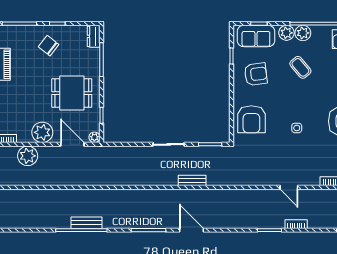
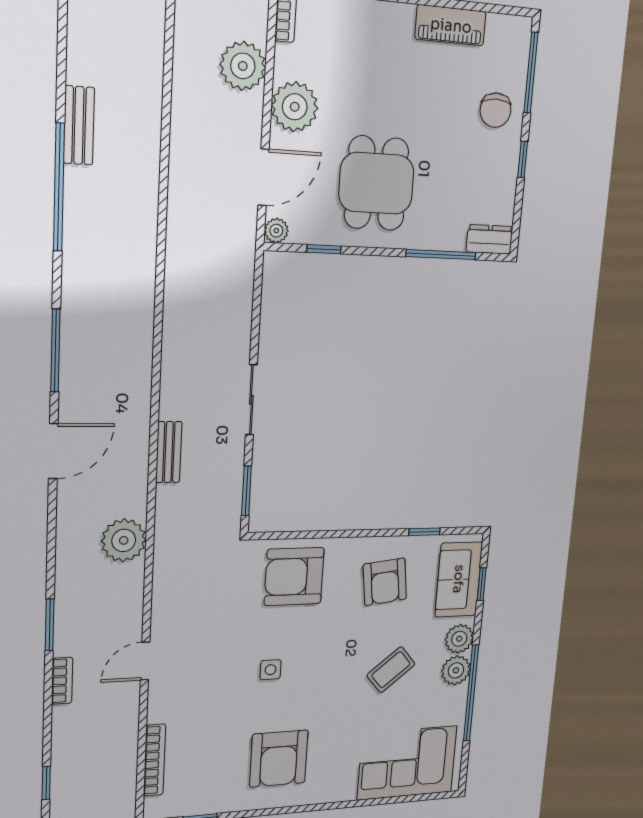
chair: (49, 46) -> (496, 110), moved, turned 142
plant: (232, 199) -> (124, 540), added
bench: (86, 223) -> (79, 125), moved

